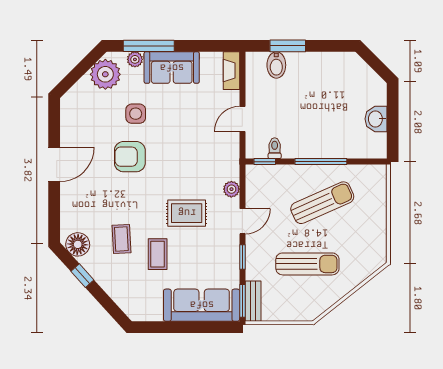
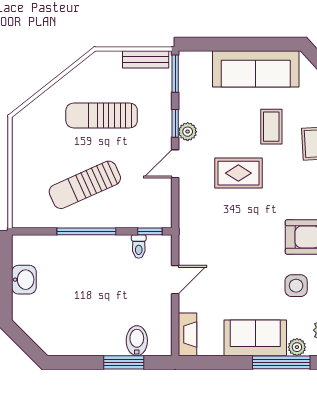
plant: (231, 189) -> (188, 132), moved
bench: (253, 301) -> (146, 59), moved, turned 90
sofa: (202, 305) -> (256, 69), moved

